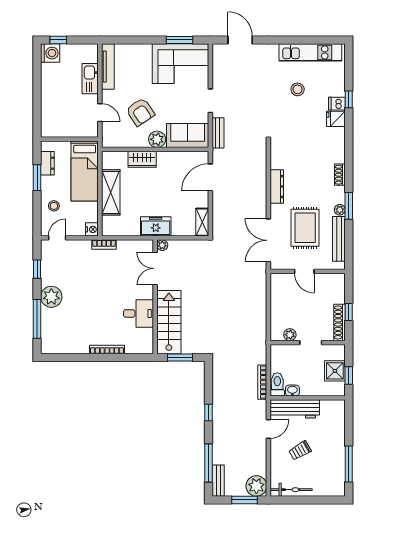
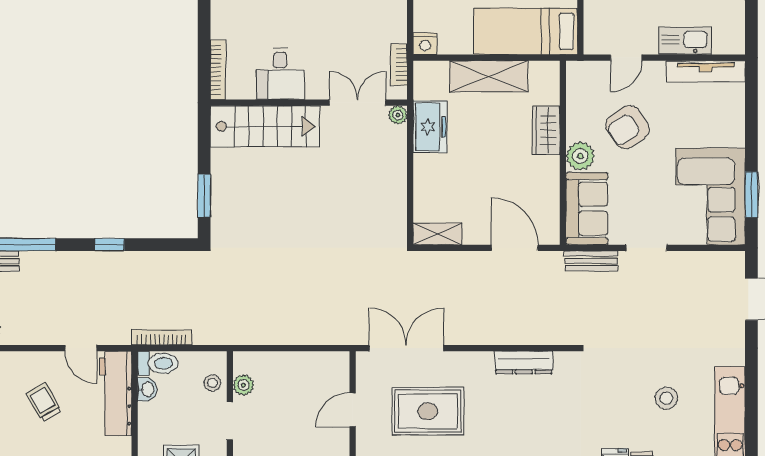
dresser: (277, 187) -> (524, 362), moved
freezer: (156, 226) -> (430, 127), moved
plant: (162, 245) -> (398, 115), moved
double door: (155, 268) -> (358, 103), moved
wall: (155, 297) -> (309, 103), moved
desk: (138, 313) -> (280, 74), moved
stairs: (169, 322) -> (265, 126), moved
stool: (289, 353) -> (212, 383), added

